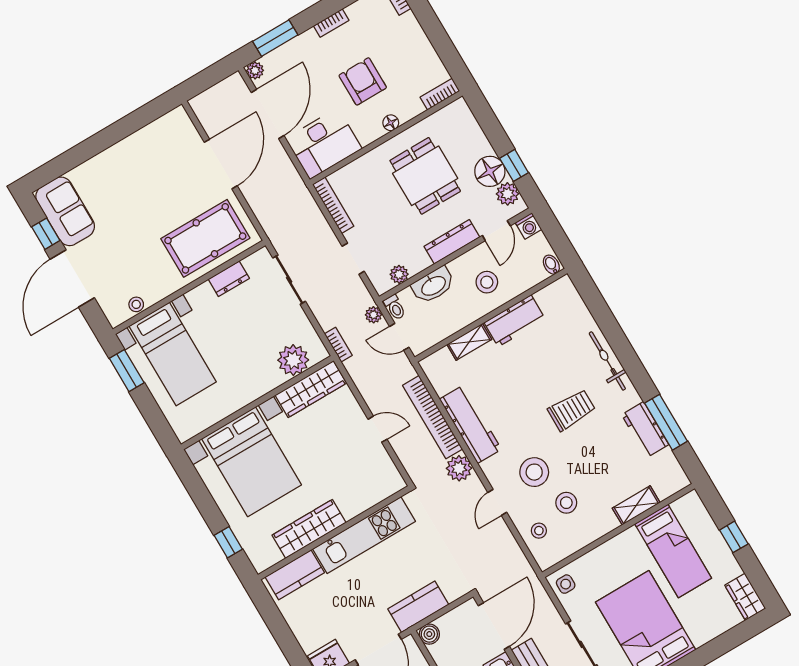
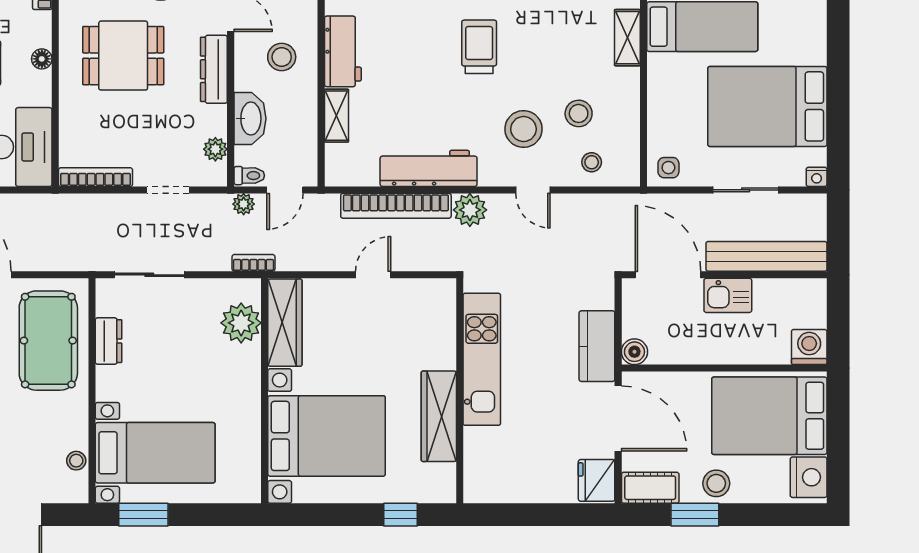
kitchen counter: (295, 575) -> (480, 462), removed

